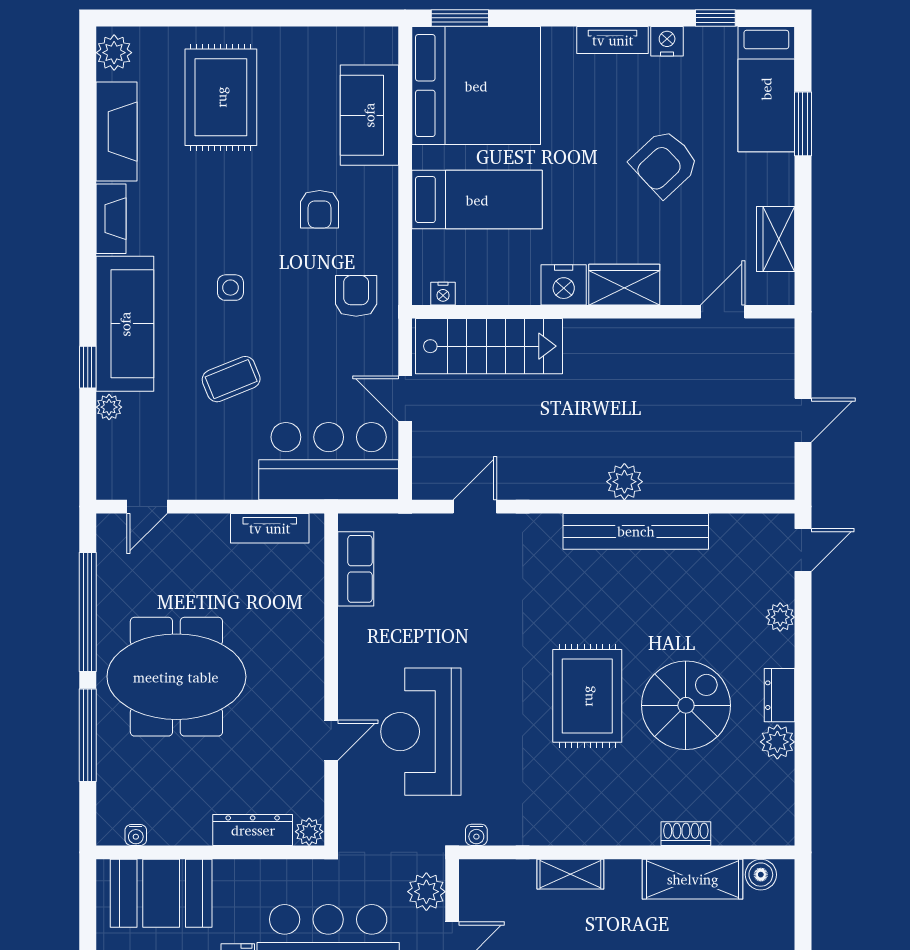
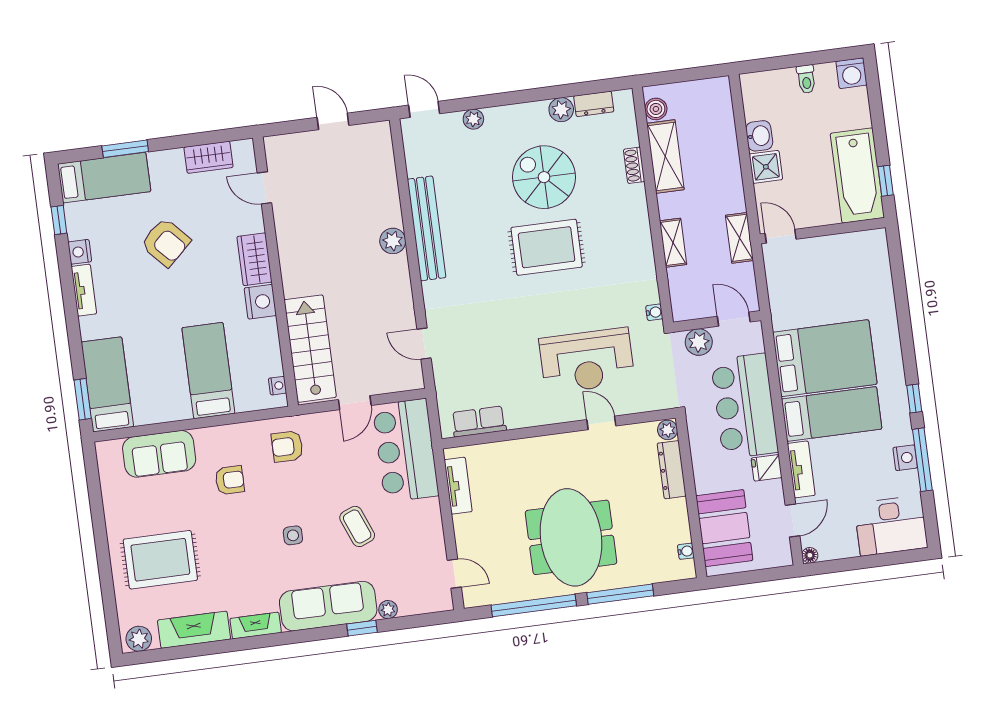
bed: (476, 86) -> (107, 384), width x0.49
dresser: (780, 695) -> (594, 104), moved

